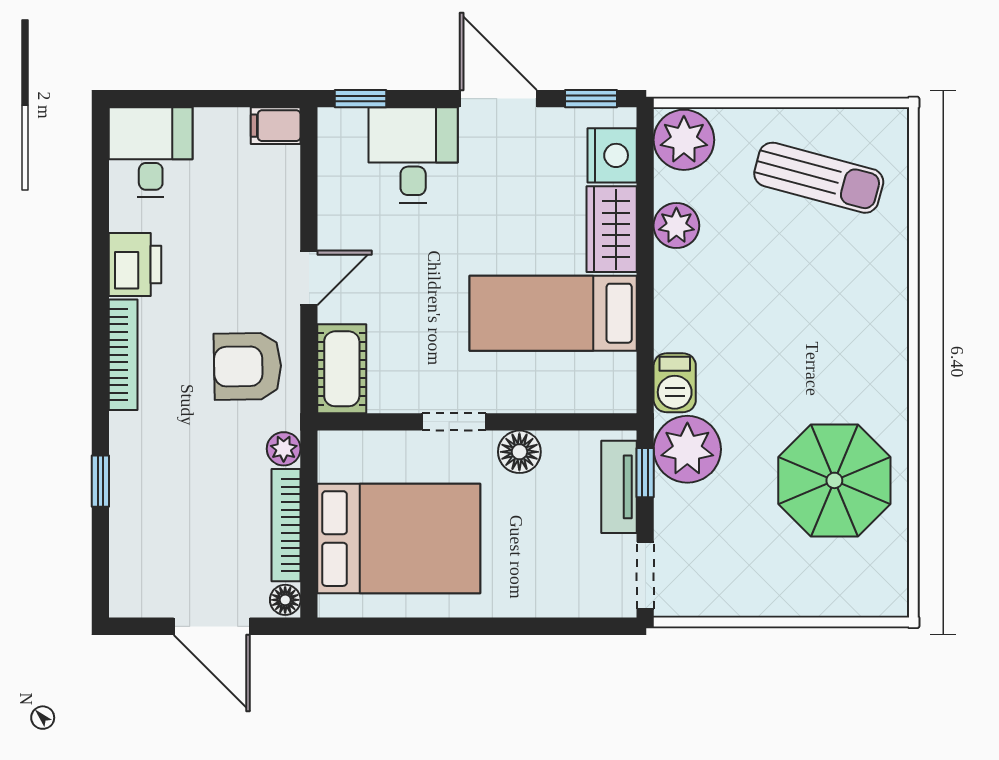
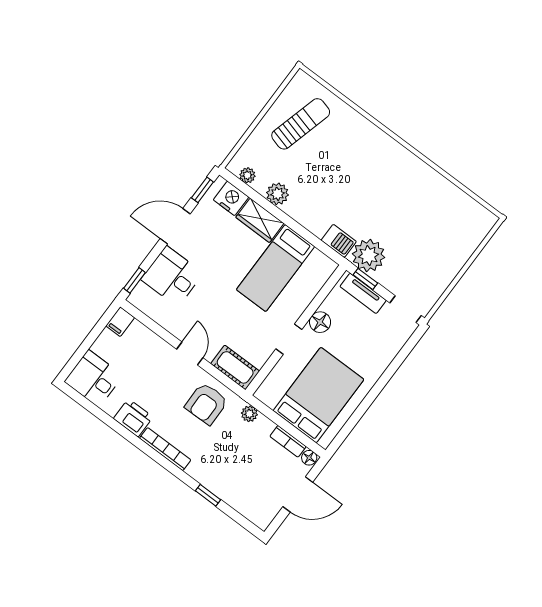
plant: (684, 140) -> (247, 175), width x0.53, depth x0.53
parasol: (834, 480) -> (424, 207), removed
bookcase: (286, 525) -> (288, 441), width x0.64

